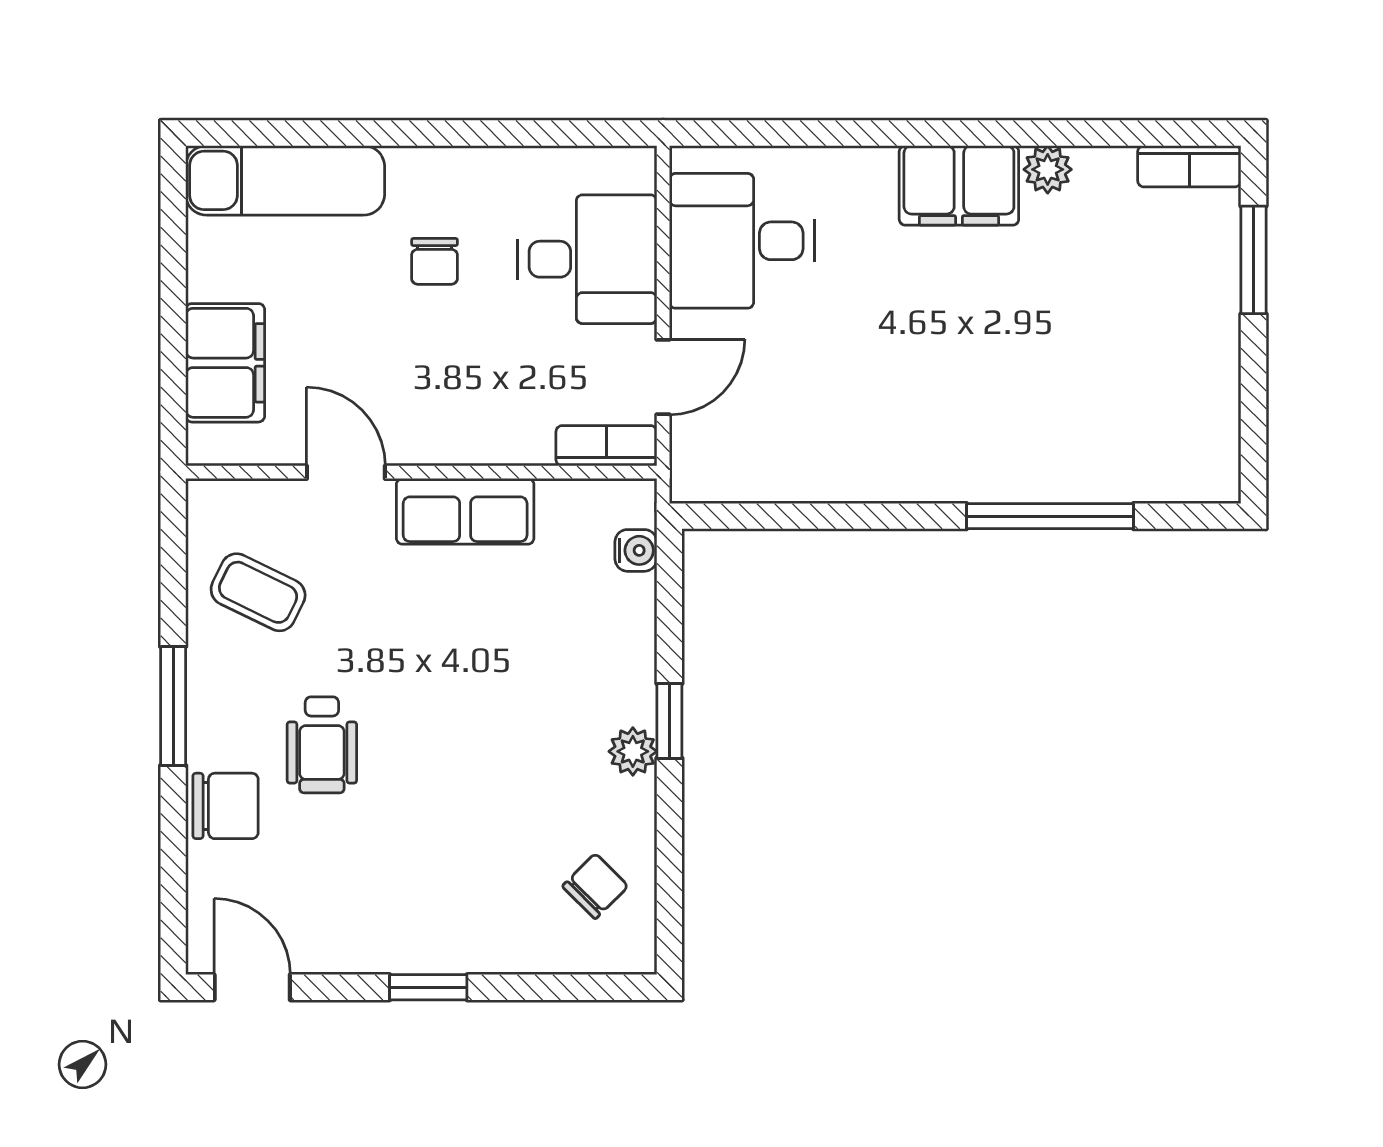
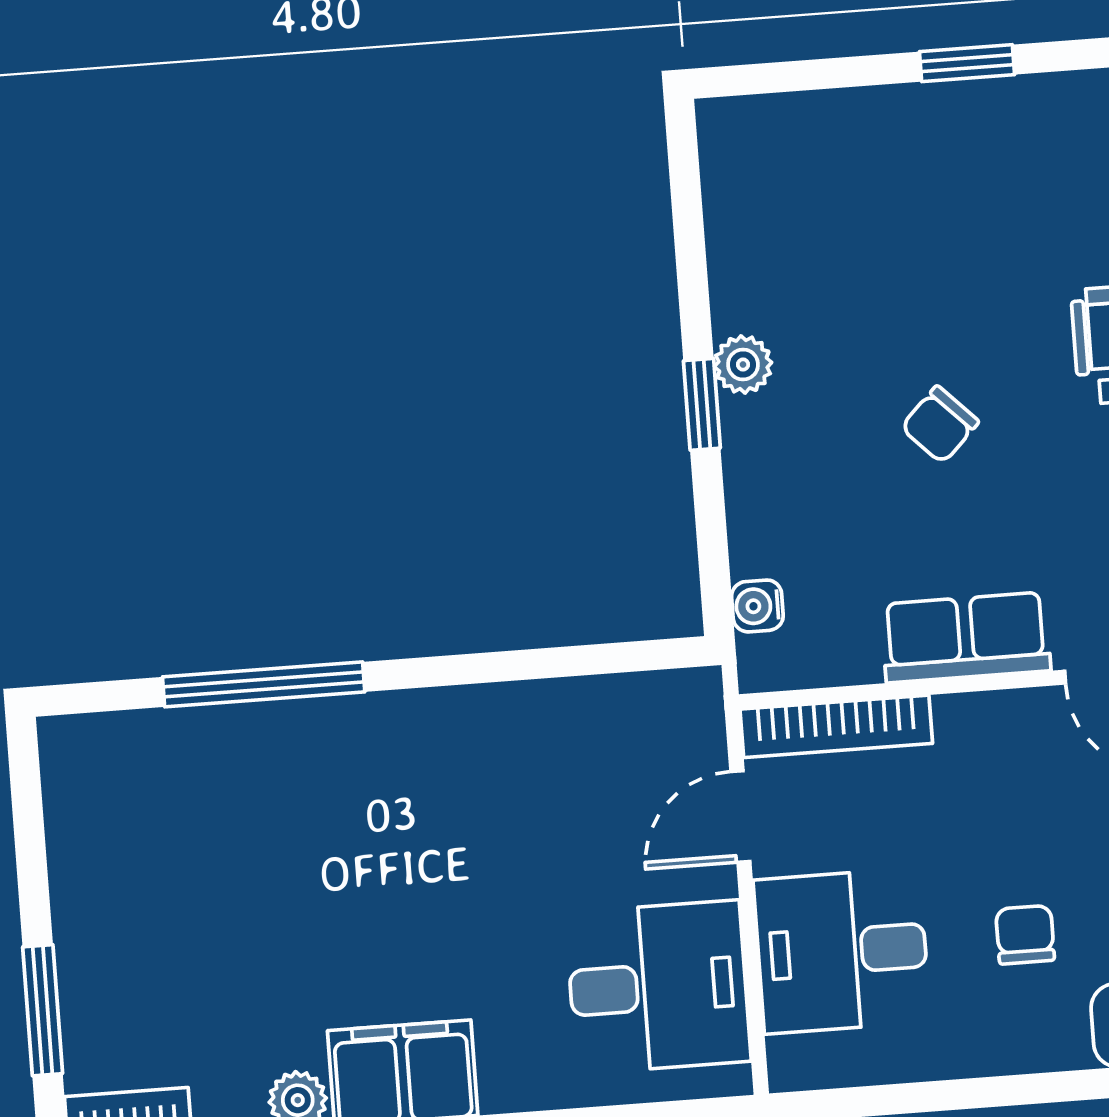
bookcase: (606, 446) -> (836, 726), width x1.56
chair: (595, 886) -> (940, 425), moved

